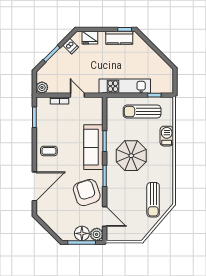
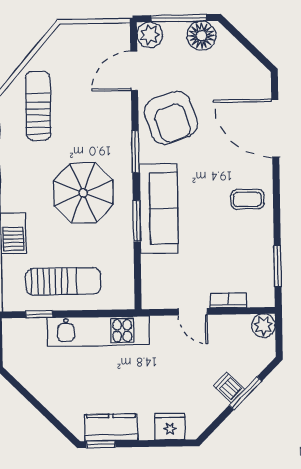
dishwasher: (71, 46) -> (229, 387), moved
door: (34, 186) -> (275, 128), hinge flipped
door: (105, 216) -> (134, 71), hinge flipped
floor lamp: (82, 233) -> (202, 36), moved

